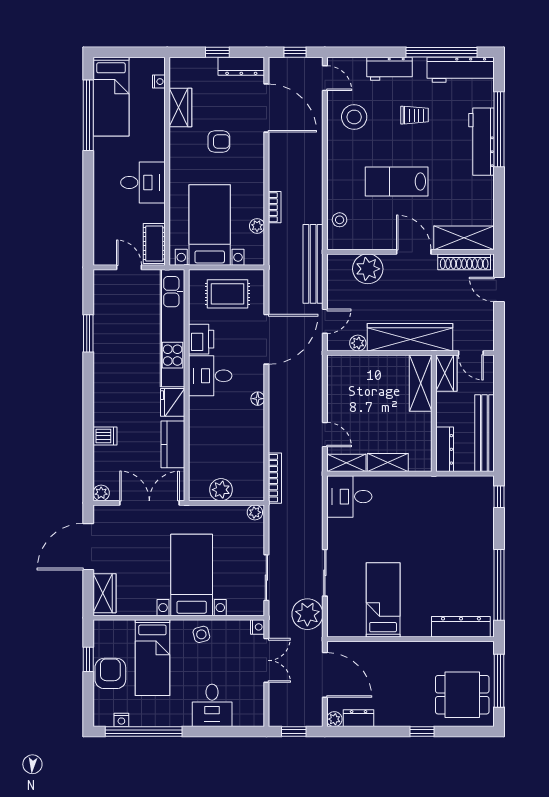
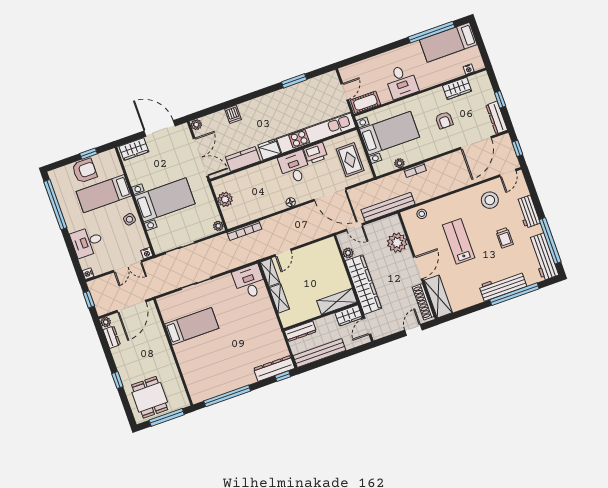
plant: (307, 614) -> (166, 282), removed
dresser: (461, 627) -> (274, 368), moved, turned -90
nightstand: (121, 720) -> (88, 274), moved

